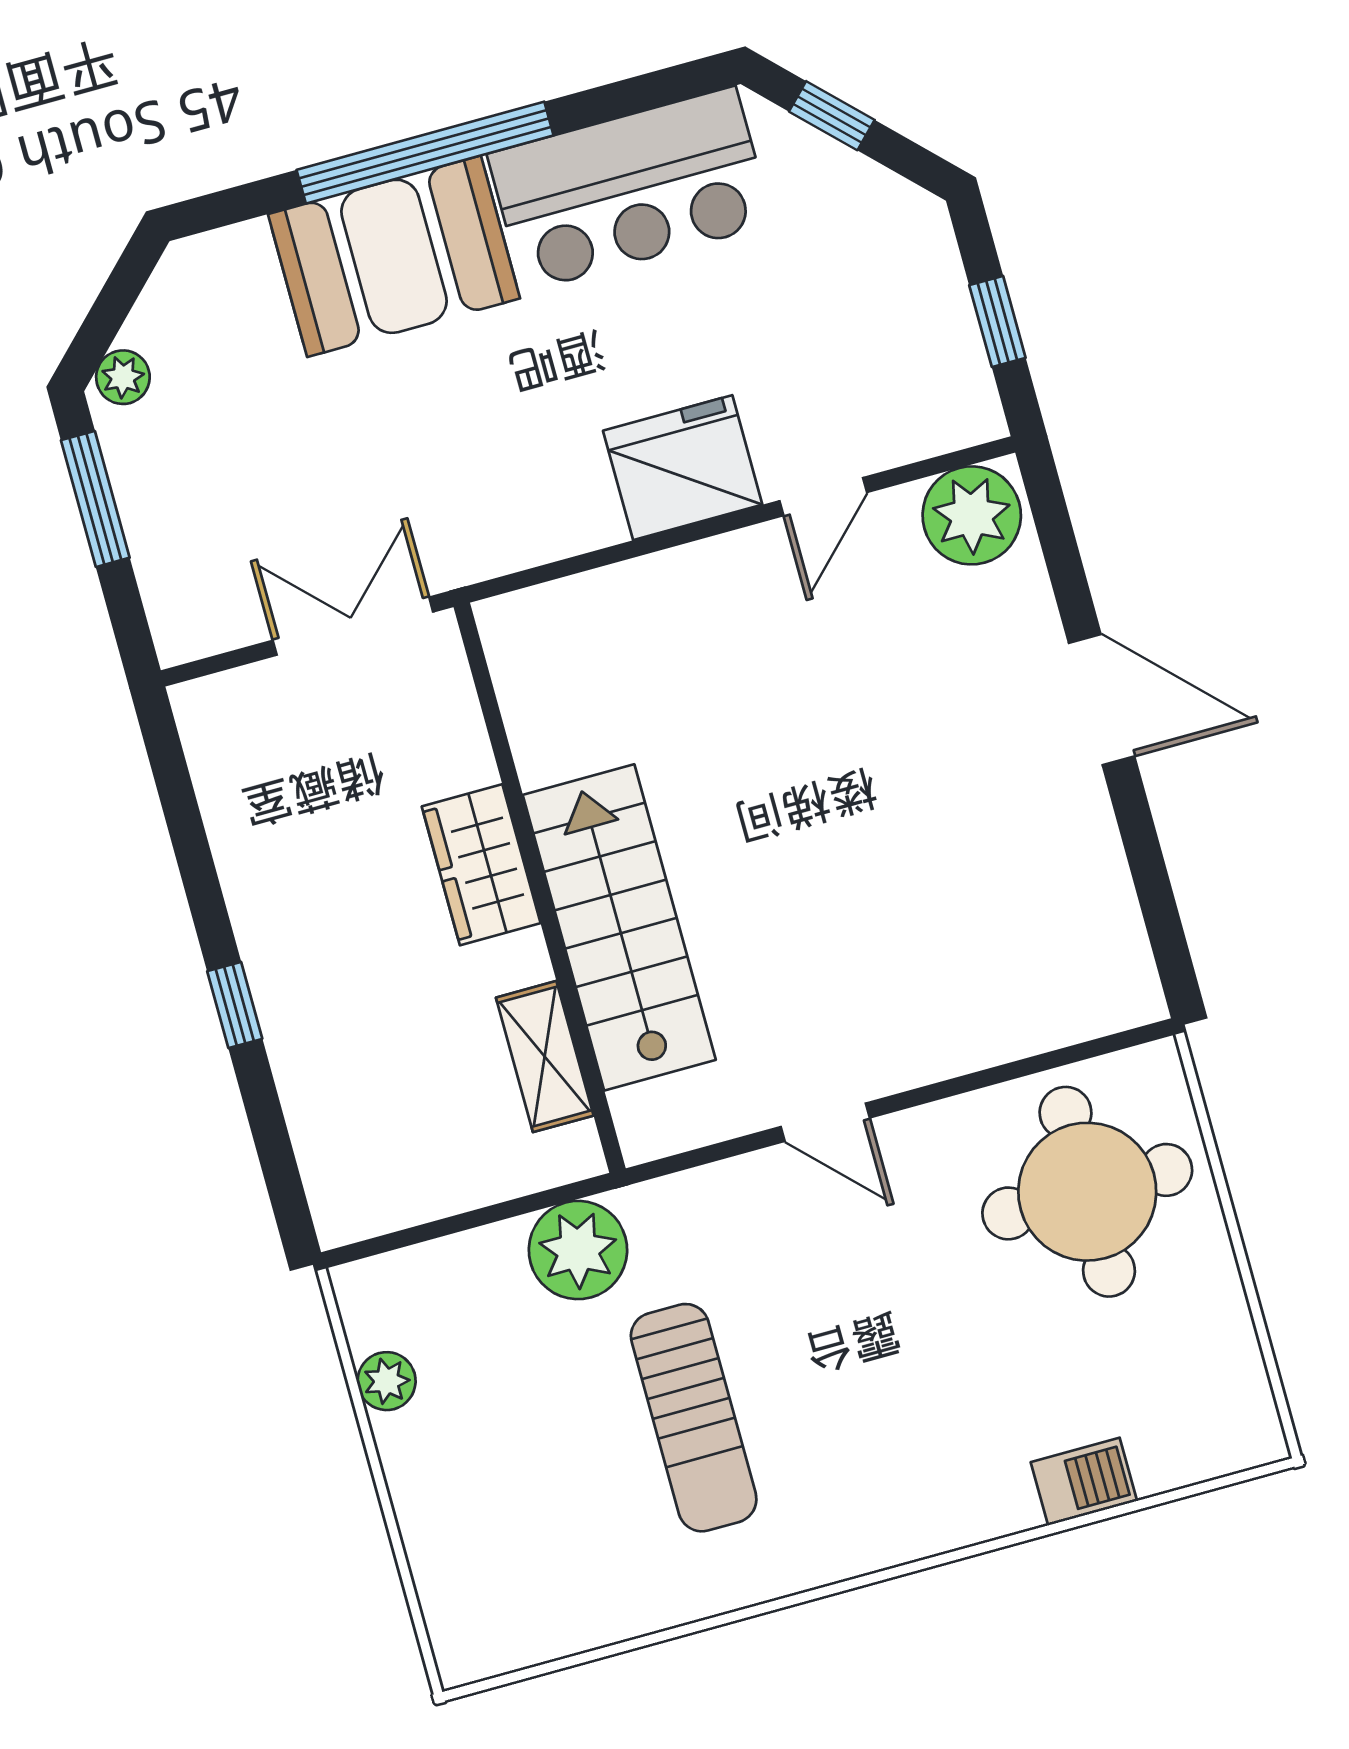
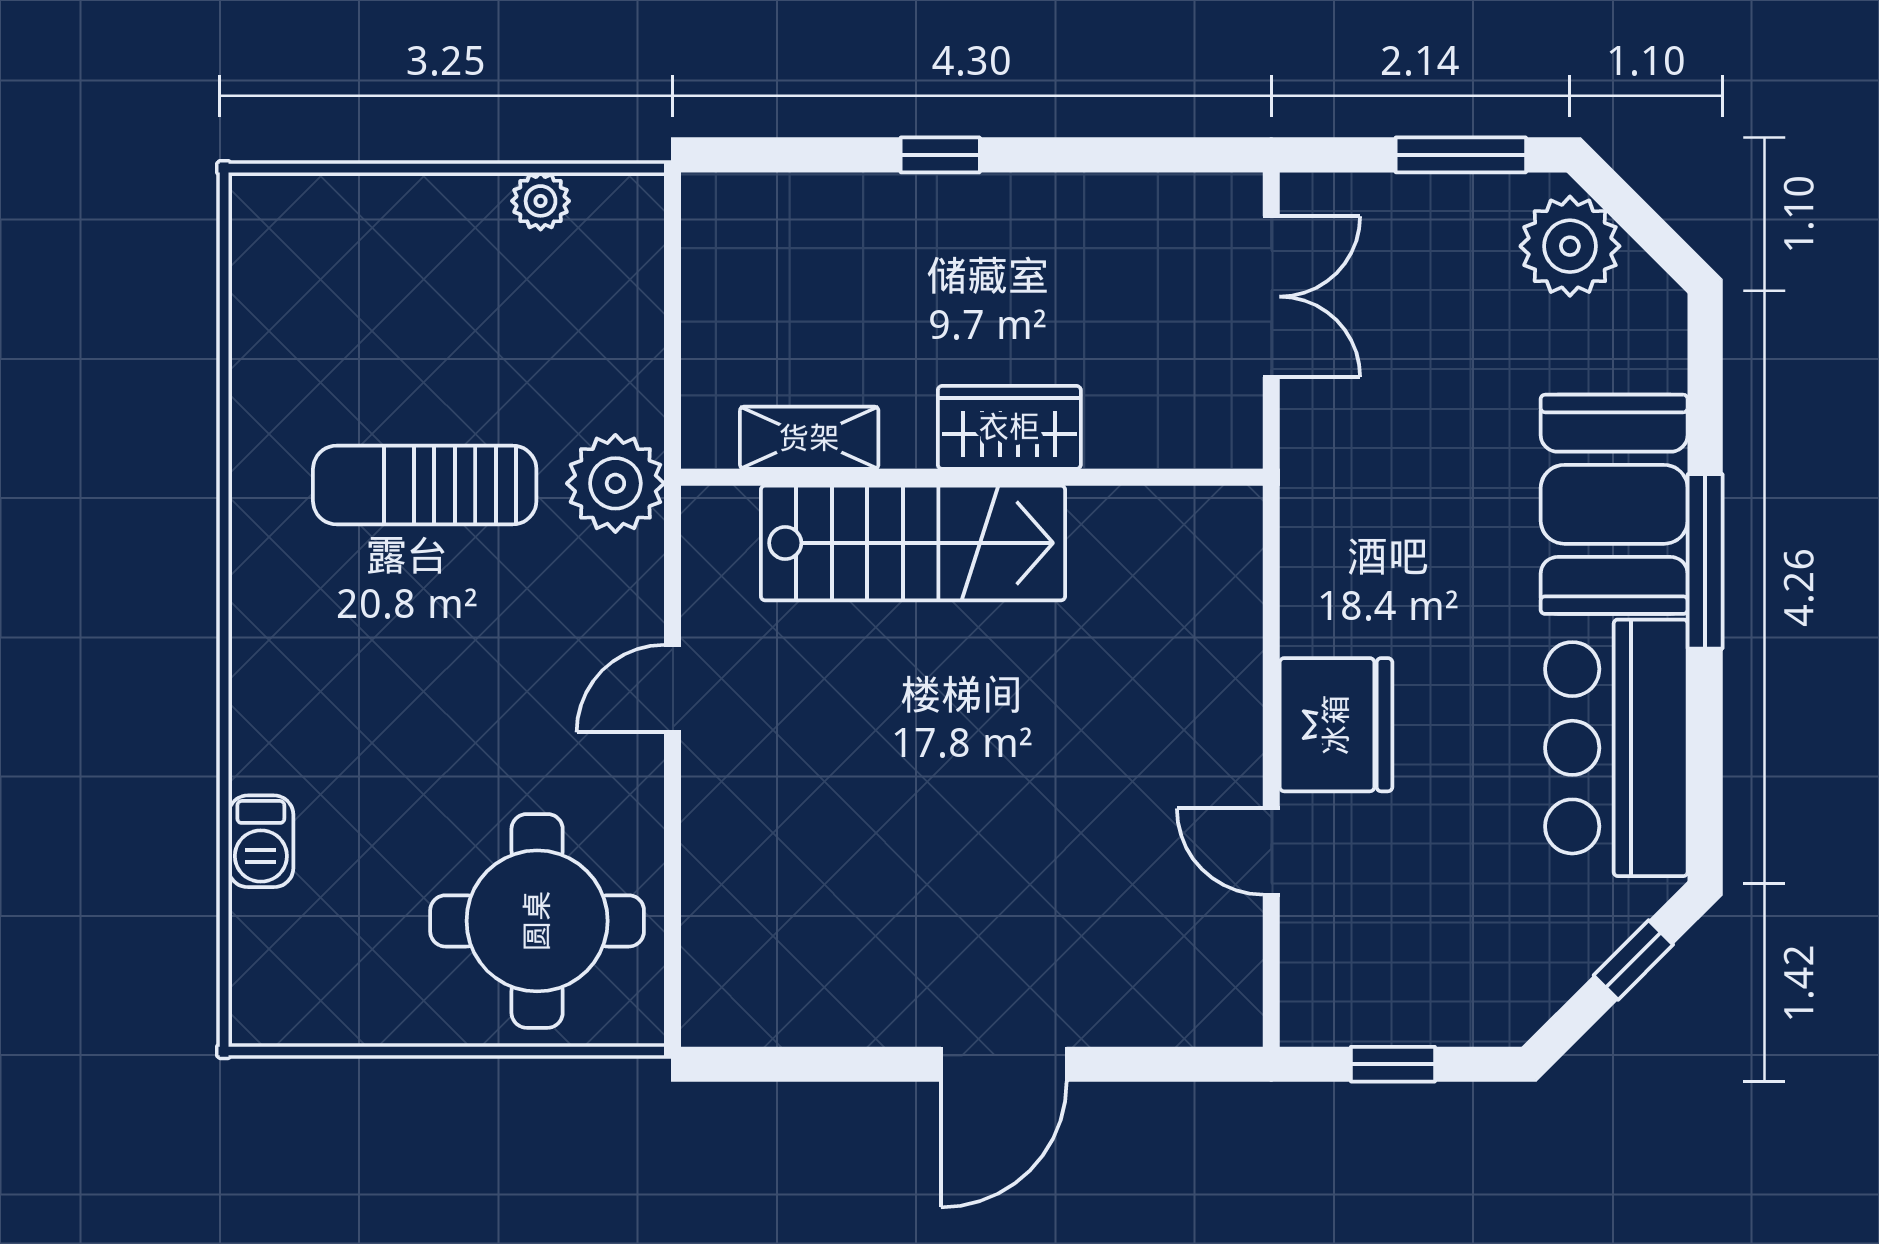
window: (425, 153) -> (1705, 561), width x0.68
plant: (123, 377) -> (1570, 246), width x1.87, depth x1.87
plant: (972, 515) -> (1214, 989), removed
double door: (353, 626) -> (1271, 297), moved
plant: (578, 1250) -> (615, 483), moved

